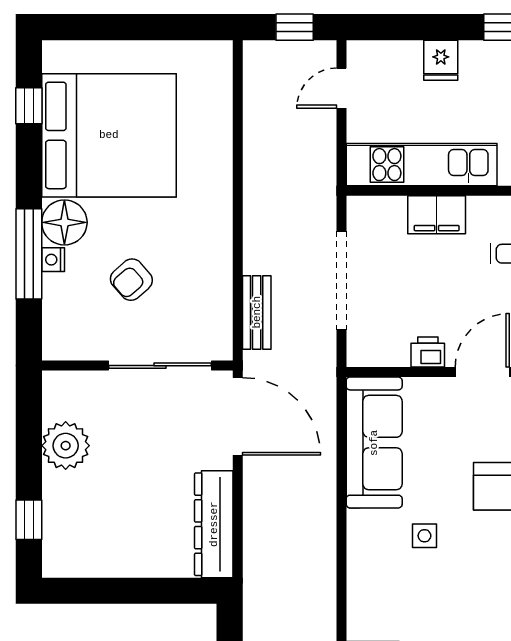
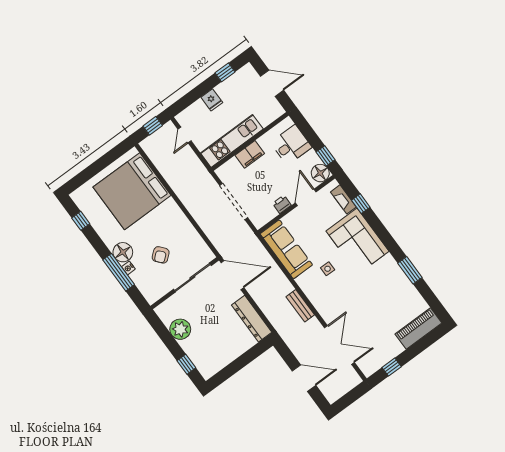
bed: (109, 135) -> (132, 191), moved, turned 180
bench: (257, 312) -> (300, 306), moved

